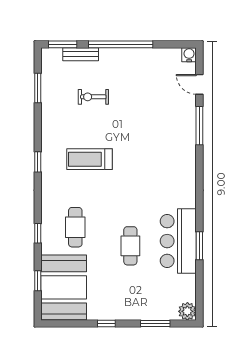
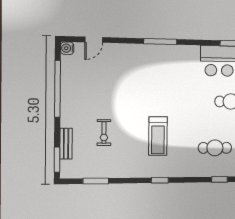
window: (121, 44) -> (58, 89), moved
window: (199, 126) -> (160, 41), moved

